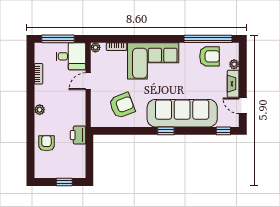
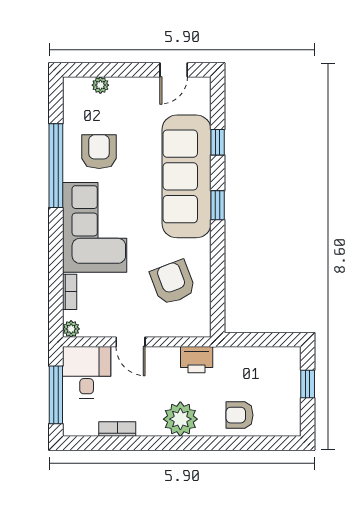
window: (208, 39) -> (56, 166), moved
armchair: (209, 56) -> (99, 152), moved
fireplace: (233, 84) -> (135, 87), removed
plant: (40, 110) -> (180, 419), width x1.87, depth x1.87
window: (223, 131) -> (218, 142), moved
printer: (78, 135) -> (197, 360), moved

